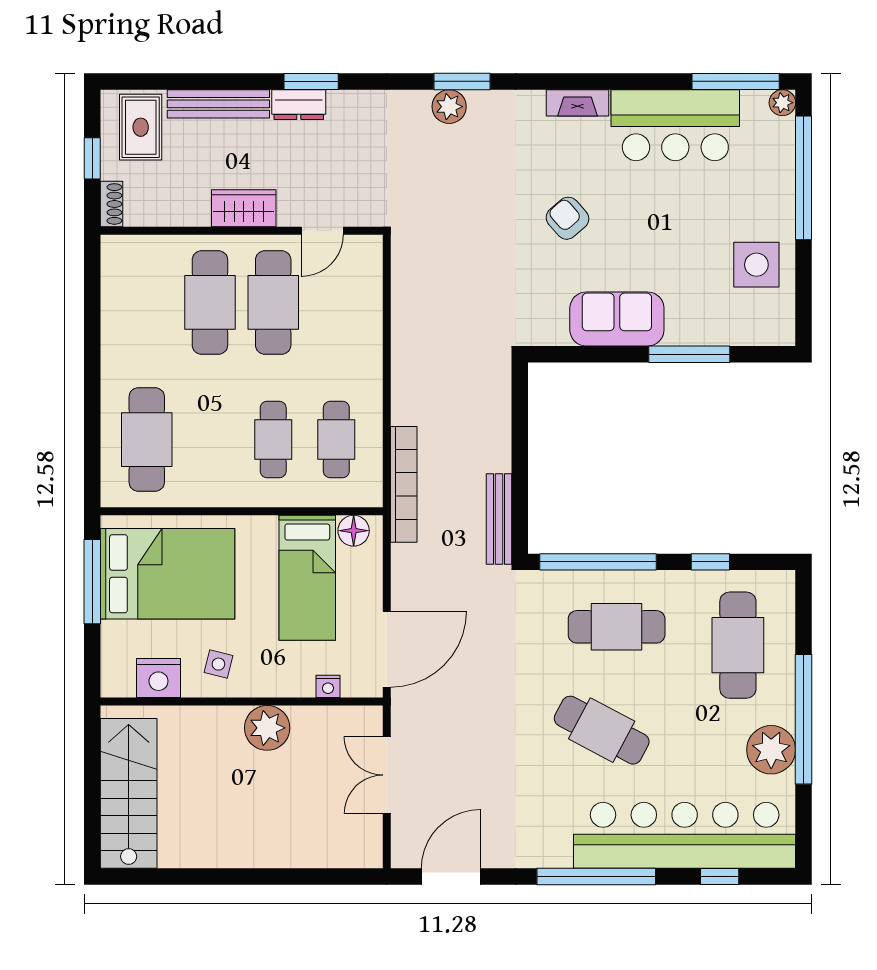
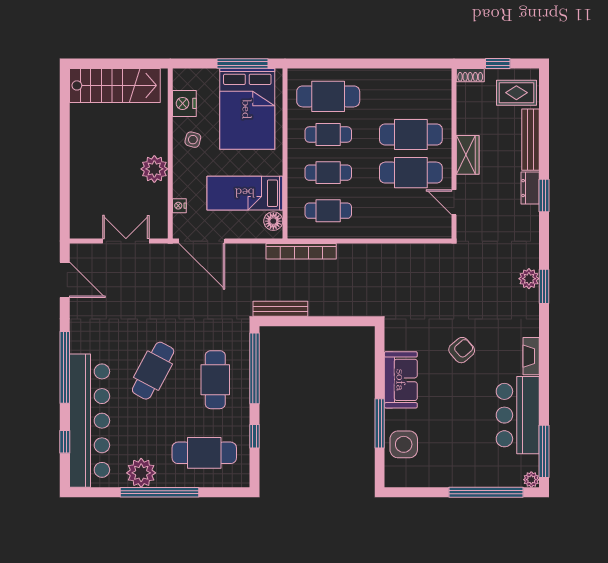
side table: (756, 265) -> (404, 444), moved
cafe table: (210, 440) -> (328, 134), added

